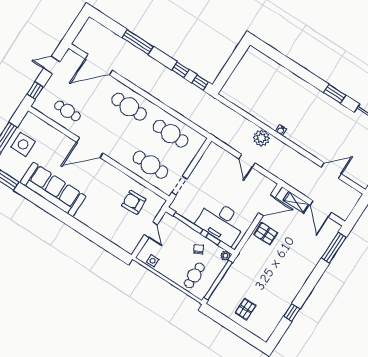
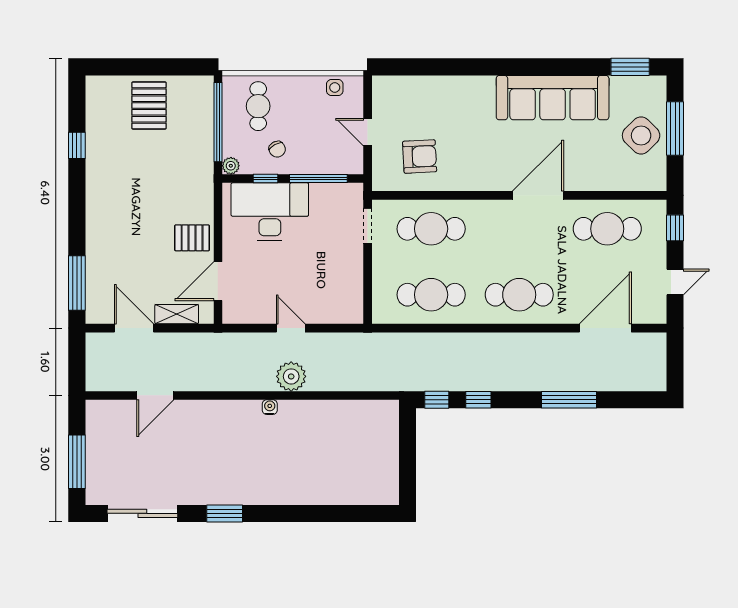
cafe table: (67, 111) -> (607, 229), width x1.37, depth x1.35
side table: (23, 144) -> (641, 135), turned 45
pallet: (246, 309) -> (149, 105), width x1.50, depth x1.42

